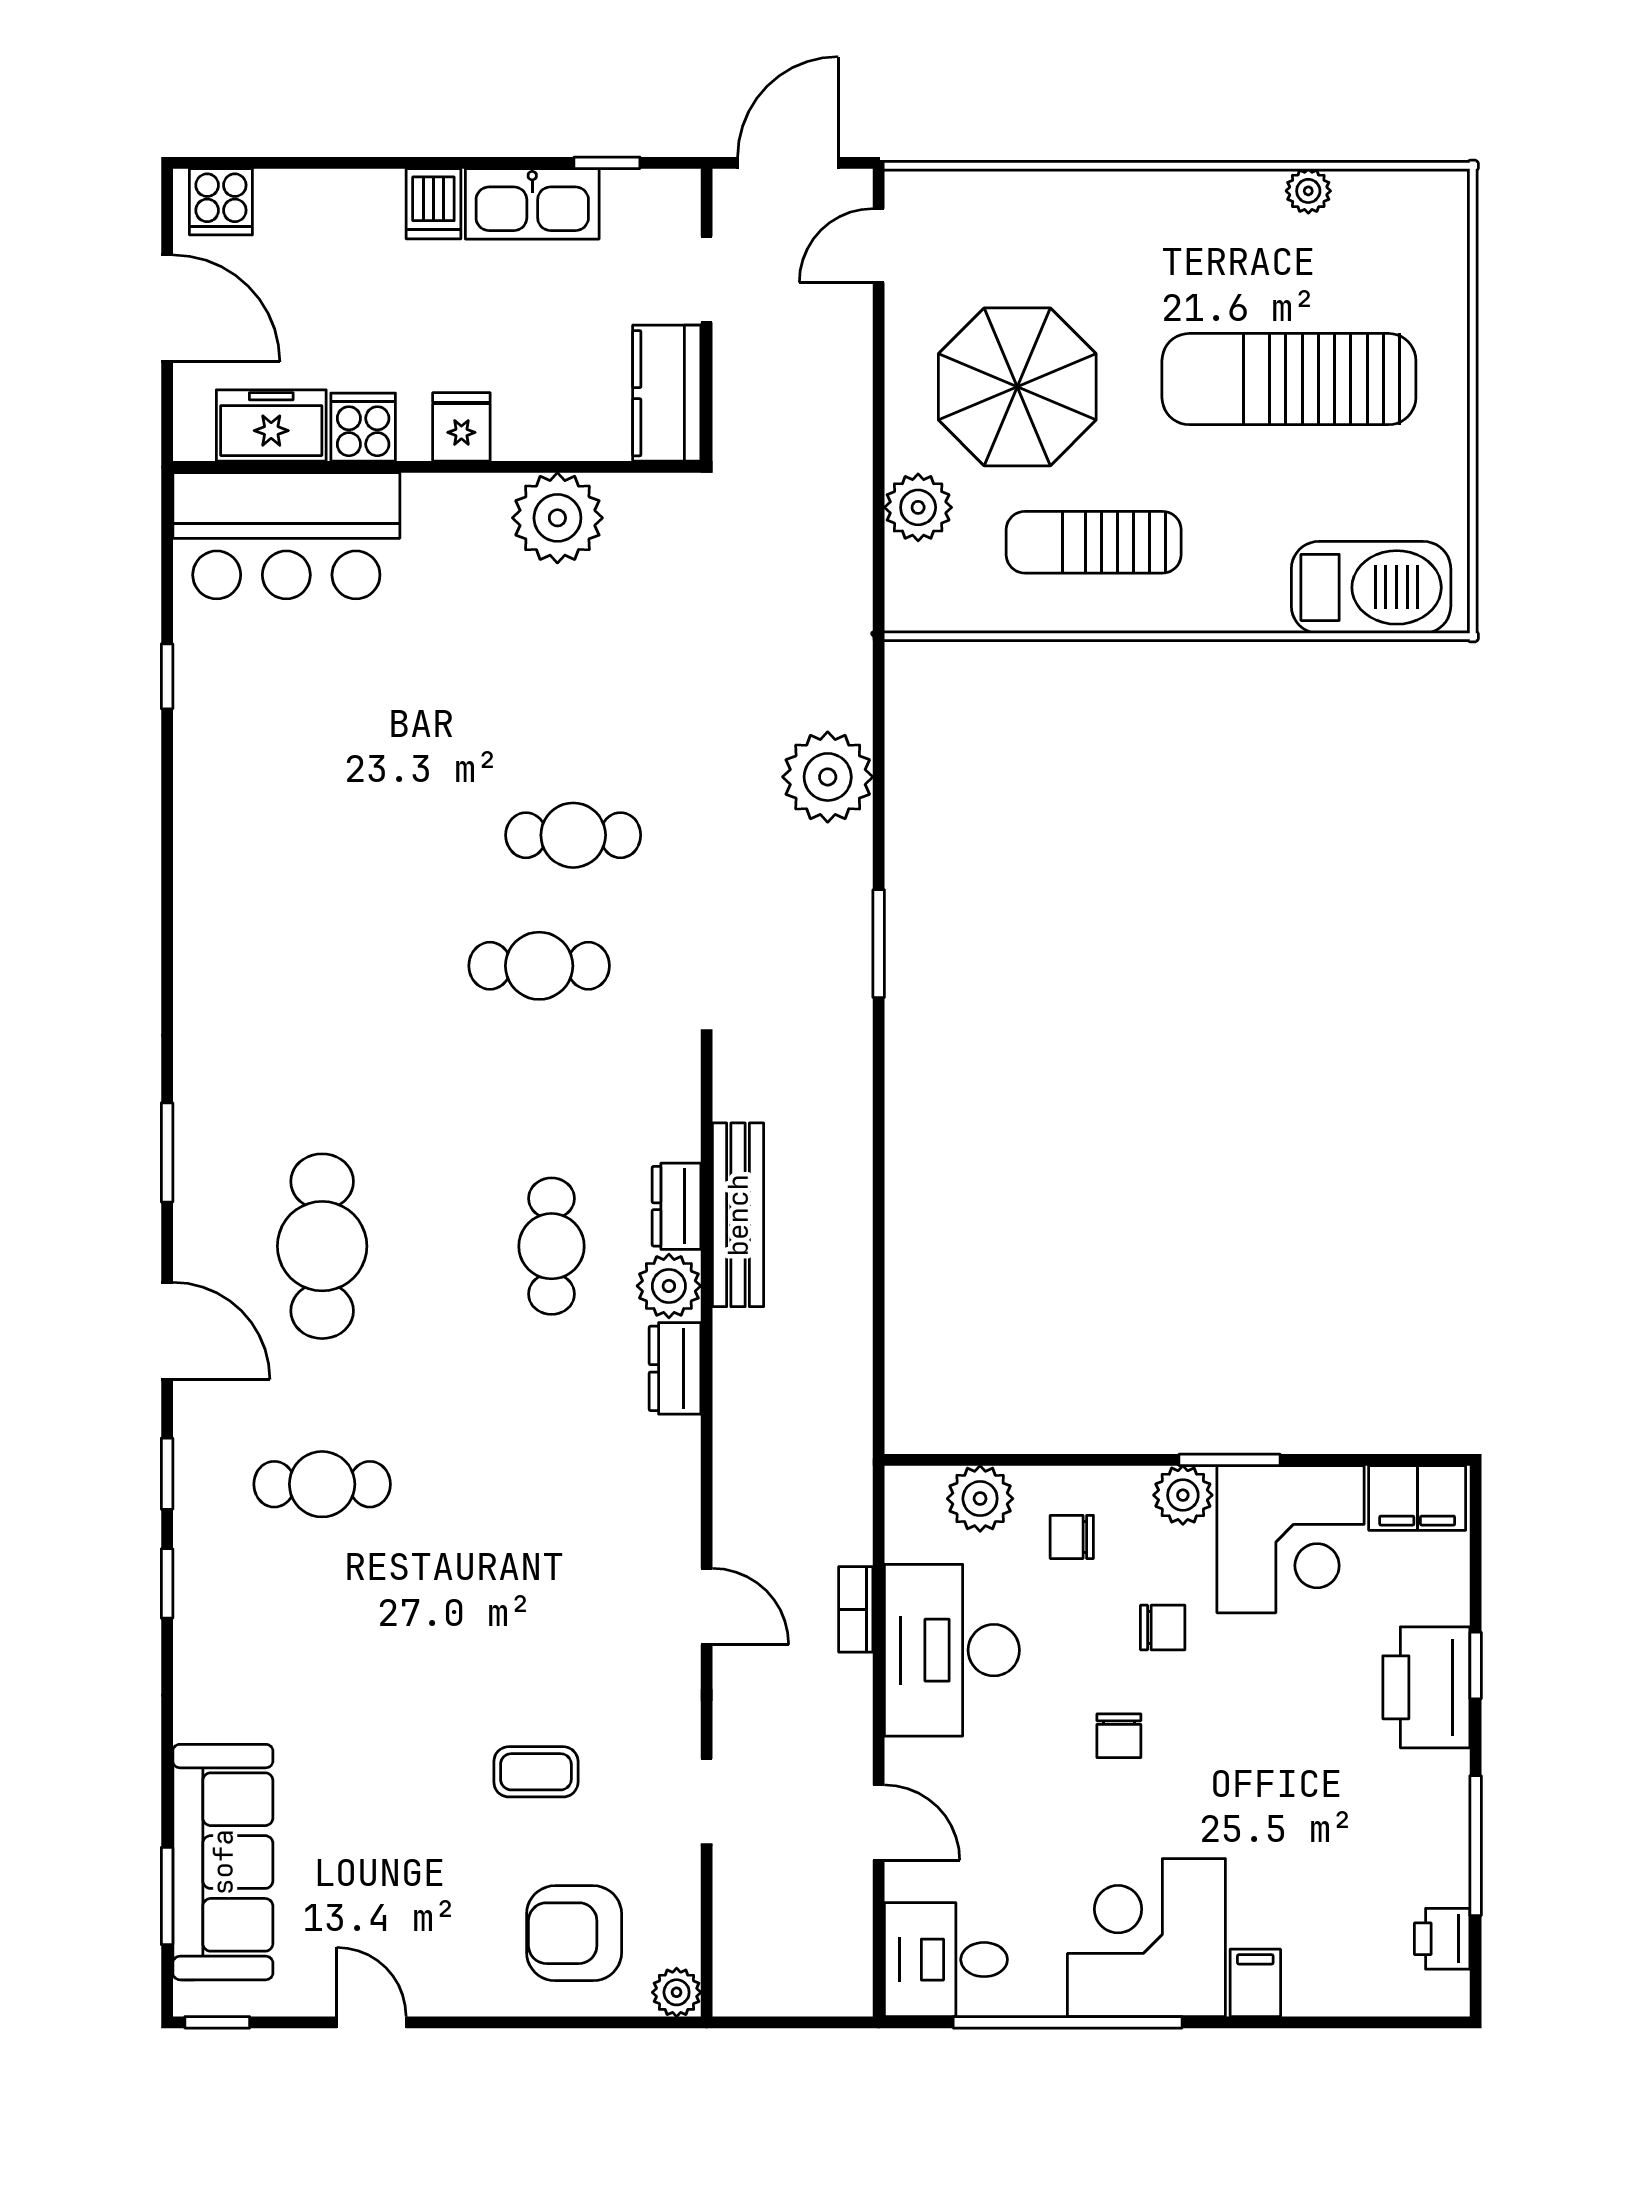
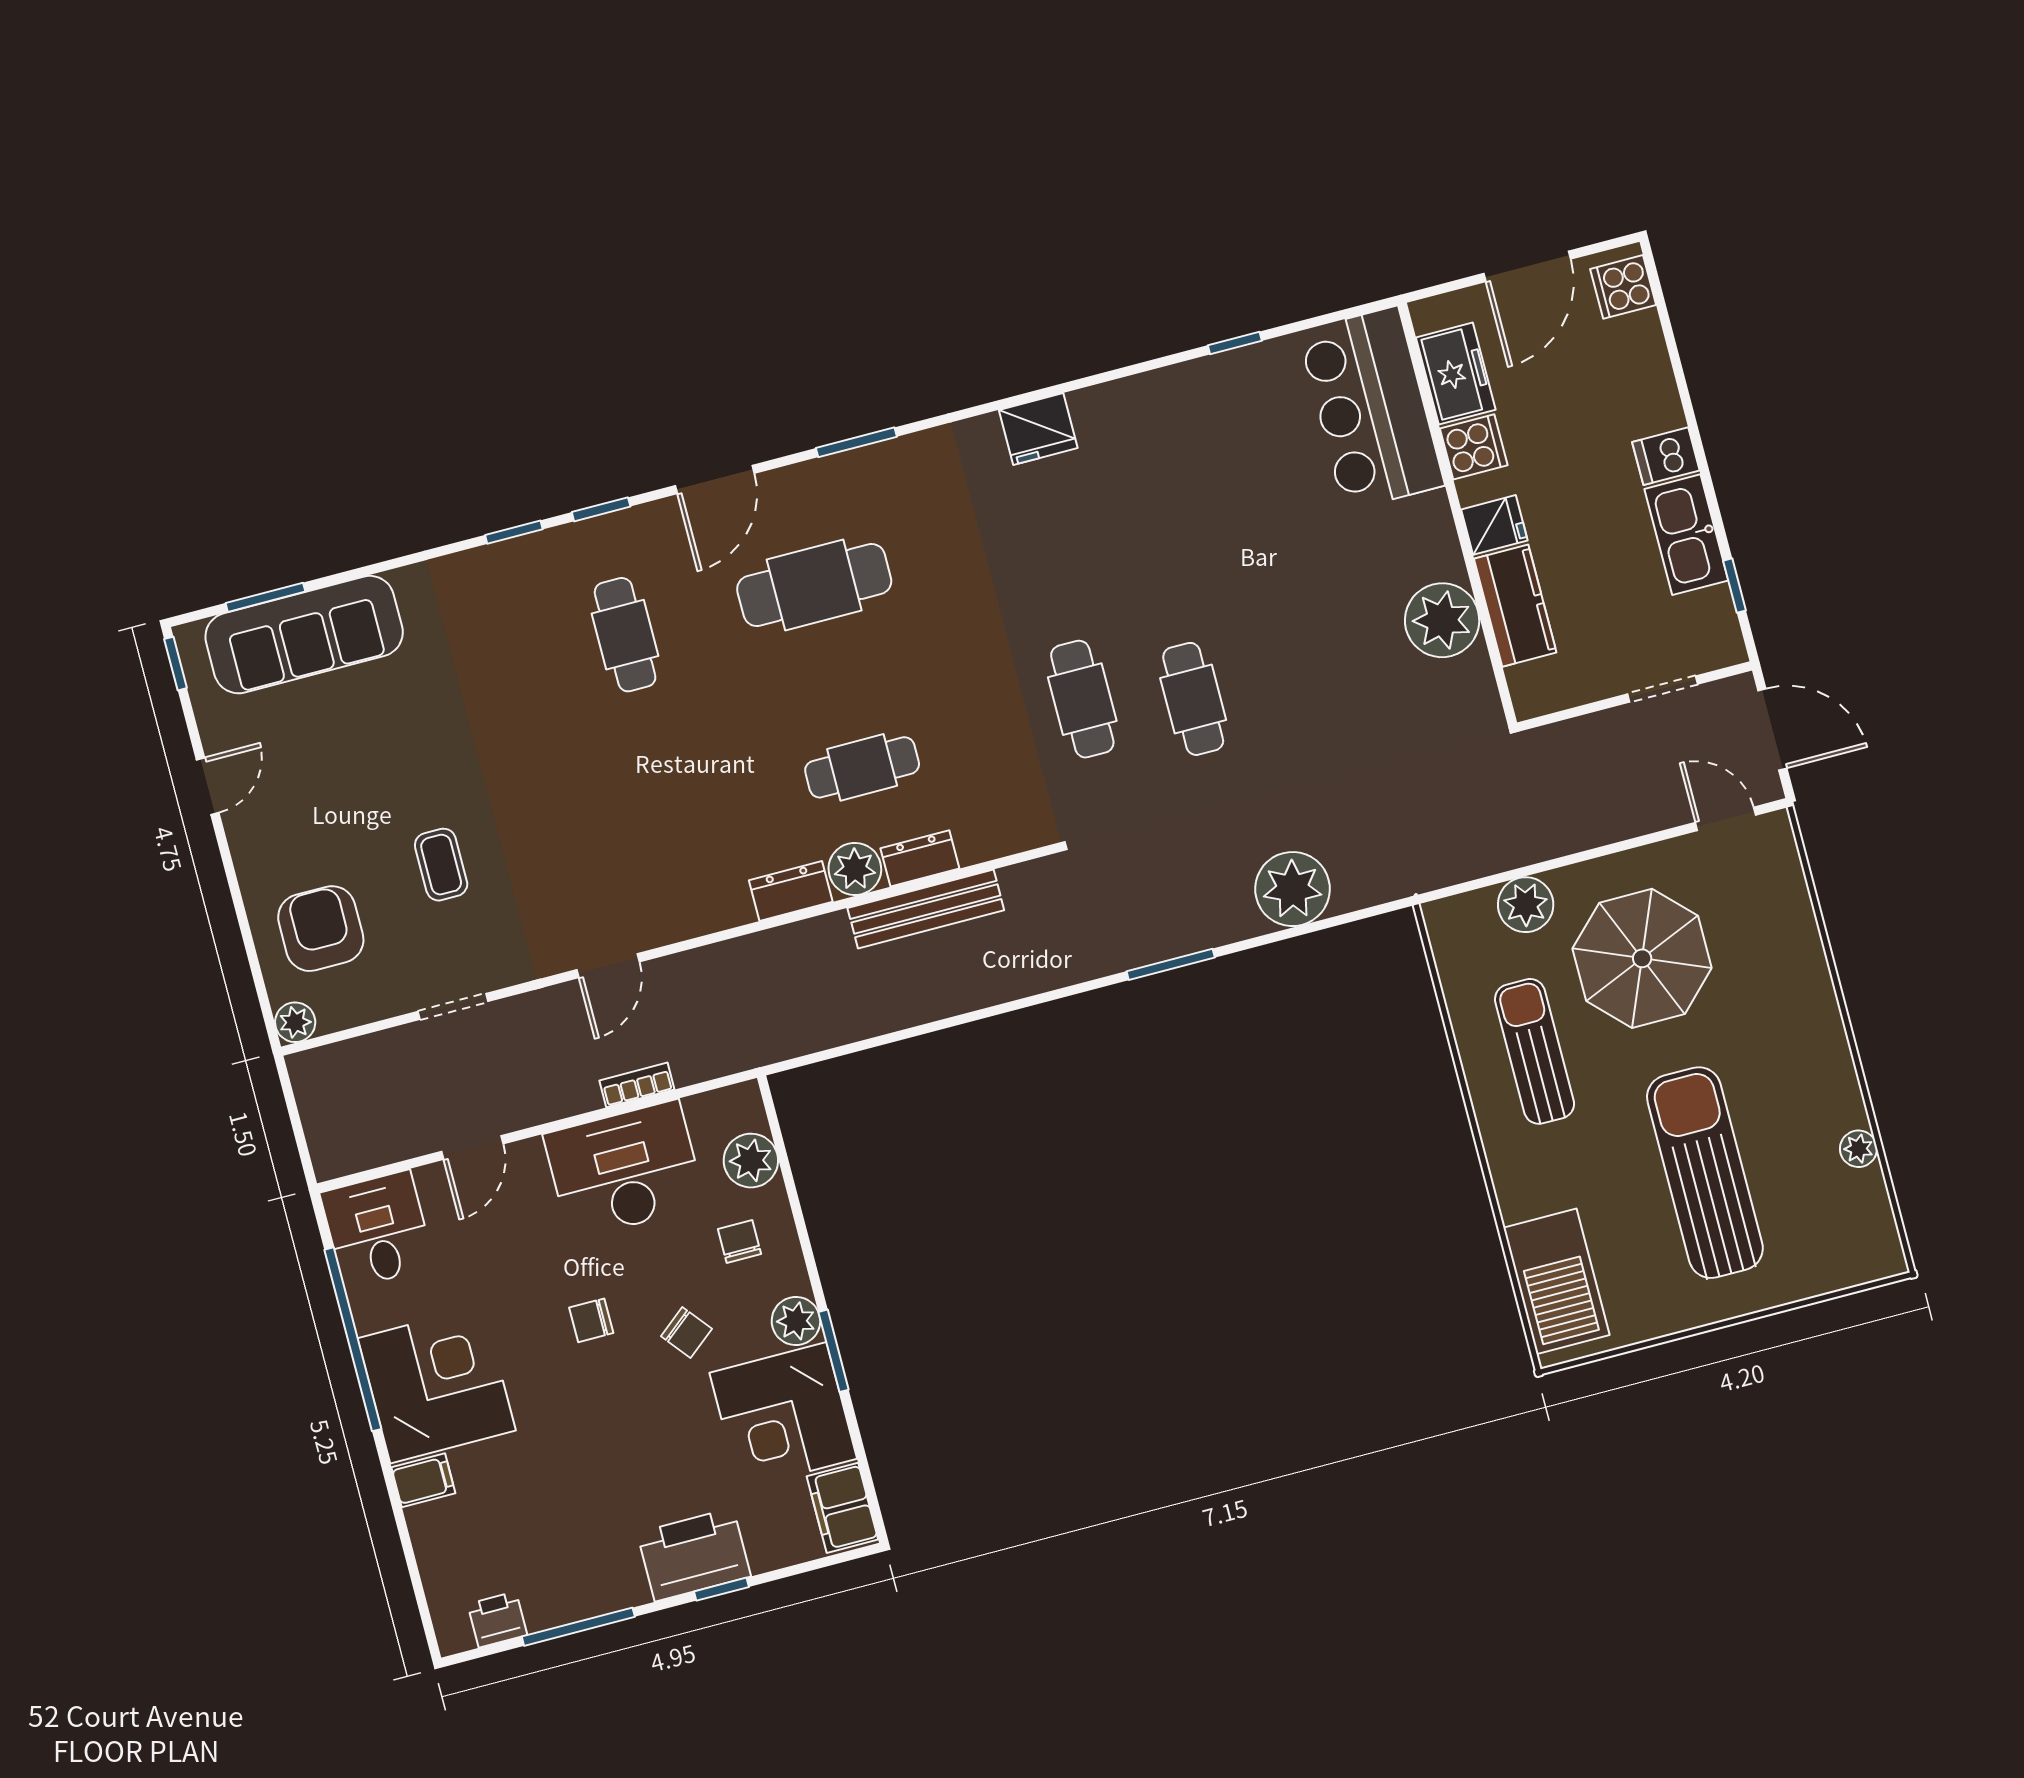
kitchen counter: (667, 393) -> (1515, 606), moved, turned 90
fridge: (208, 934) -> (1038, 429), added
chair: (1163, 1628) -> (686, 1333), turned -39

